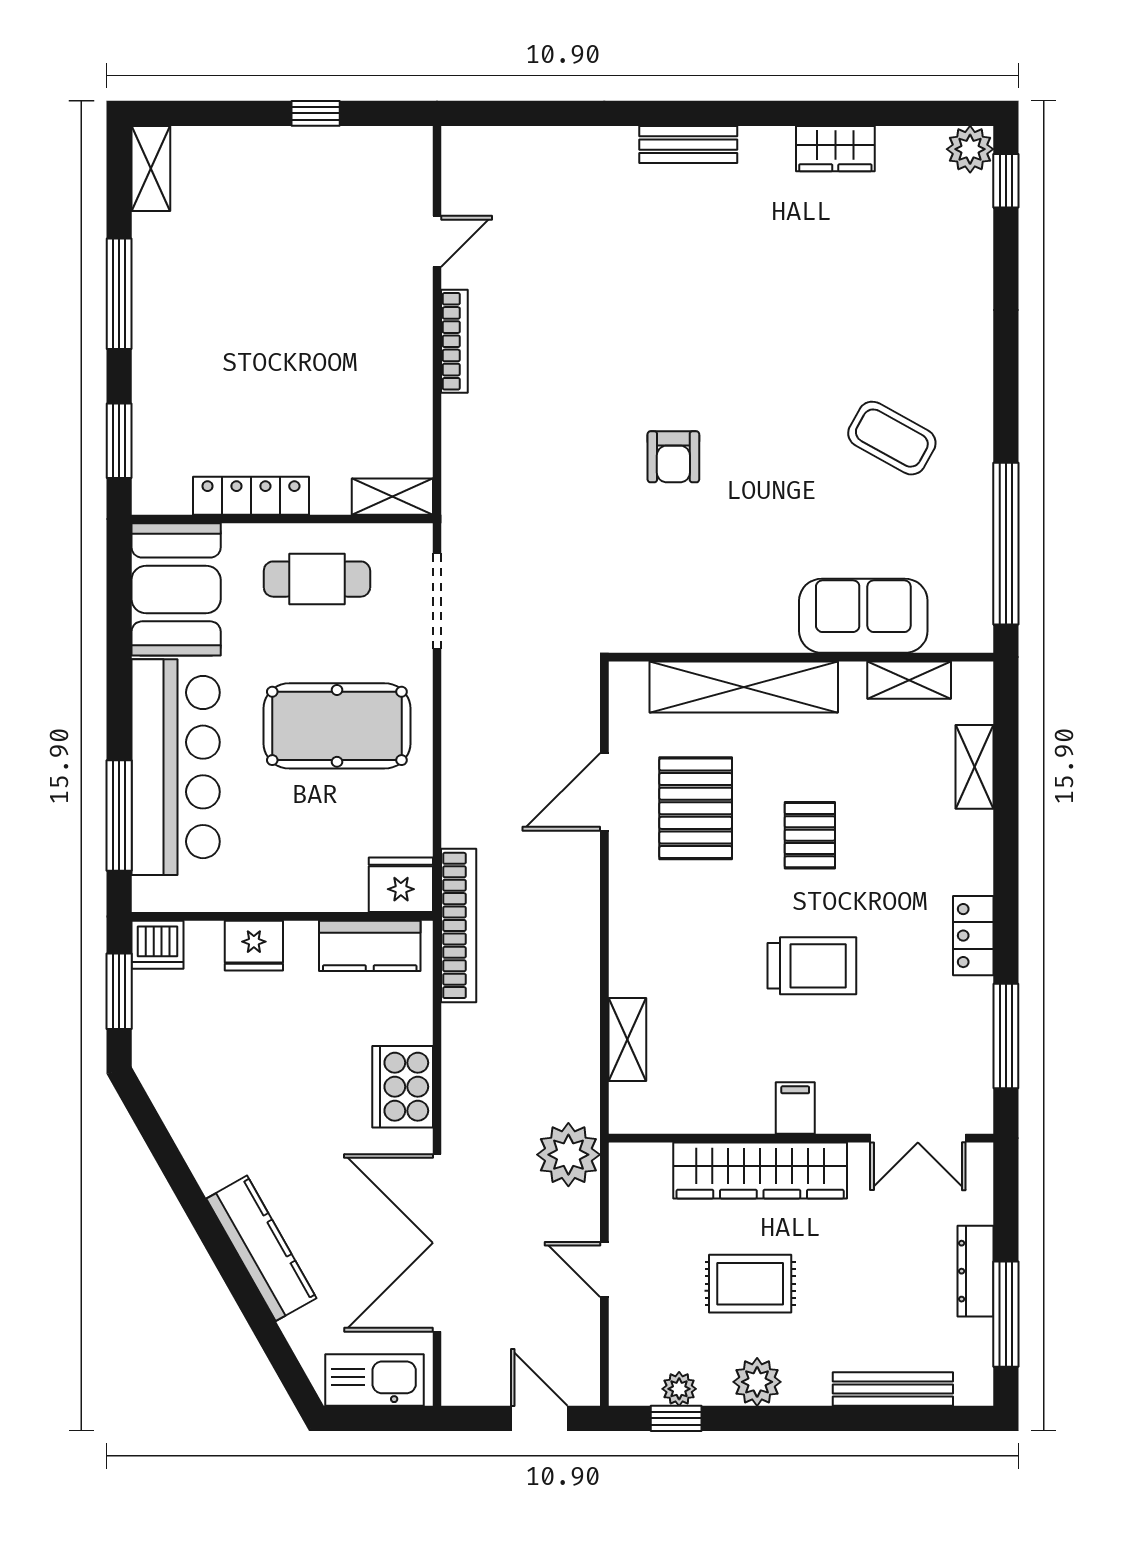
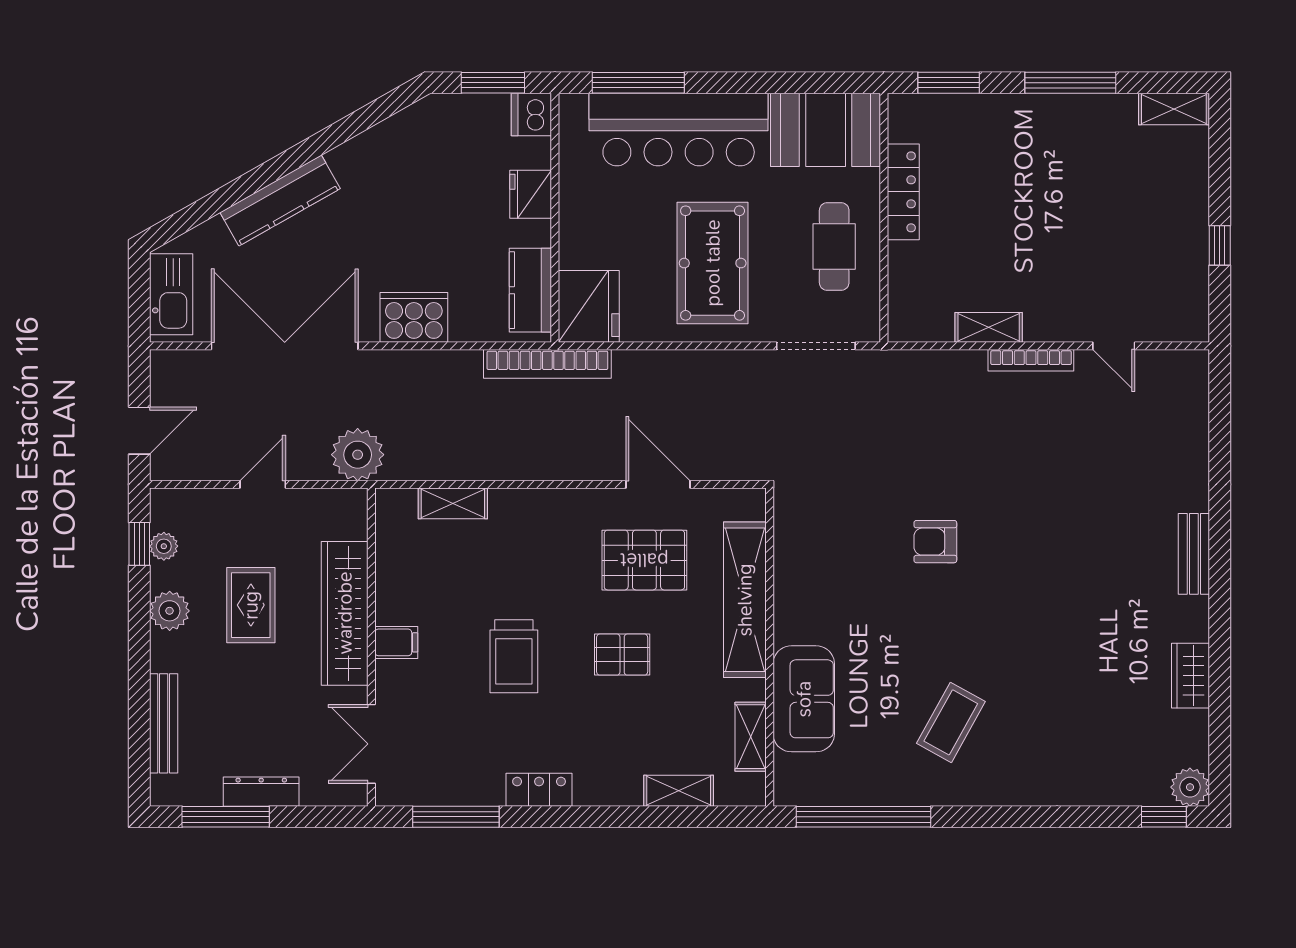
shelving: (392, 497) -> (989, 327), moved, turned 90
fridge: (401, 885) -> (589, 306), width x1.36, depth x1.34

